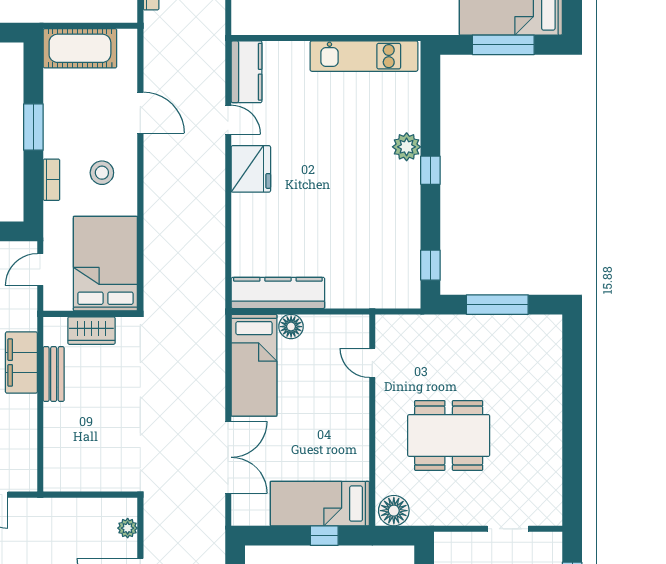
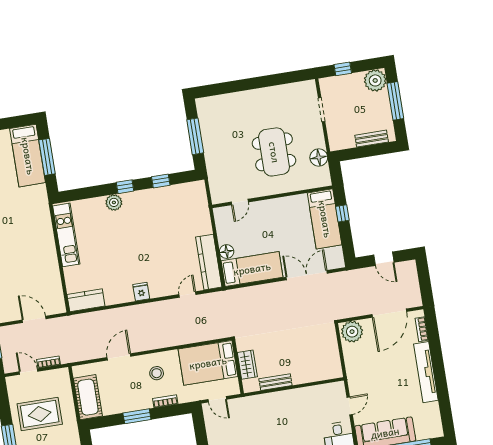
door: (228, 120) -> (187, 295), moved
fridge: (251, 169) -> (141, 292), width x0.53, depth x0.75
window: (430, 265) -> (161, 181), moved
filing cabinet: (21, 363) -> (272, 401), removed
floor lamp: (394, 511) -> (319, 157), moved
plant: (128, 528) -> (352, 332), width x1.88, depth x1.88

